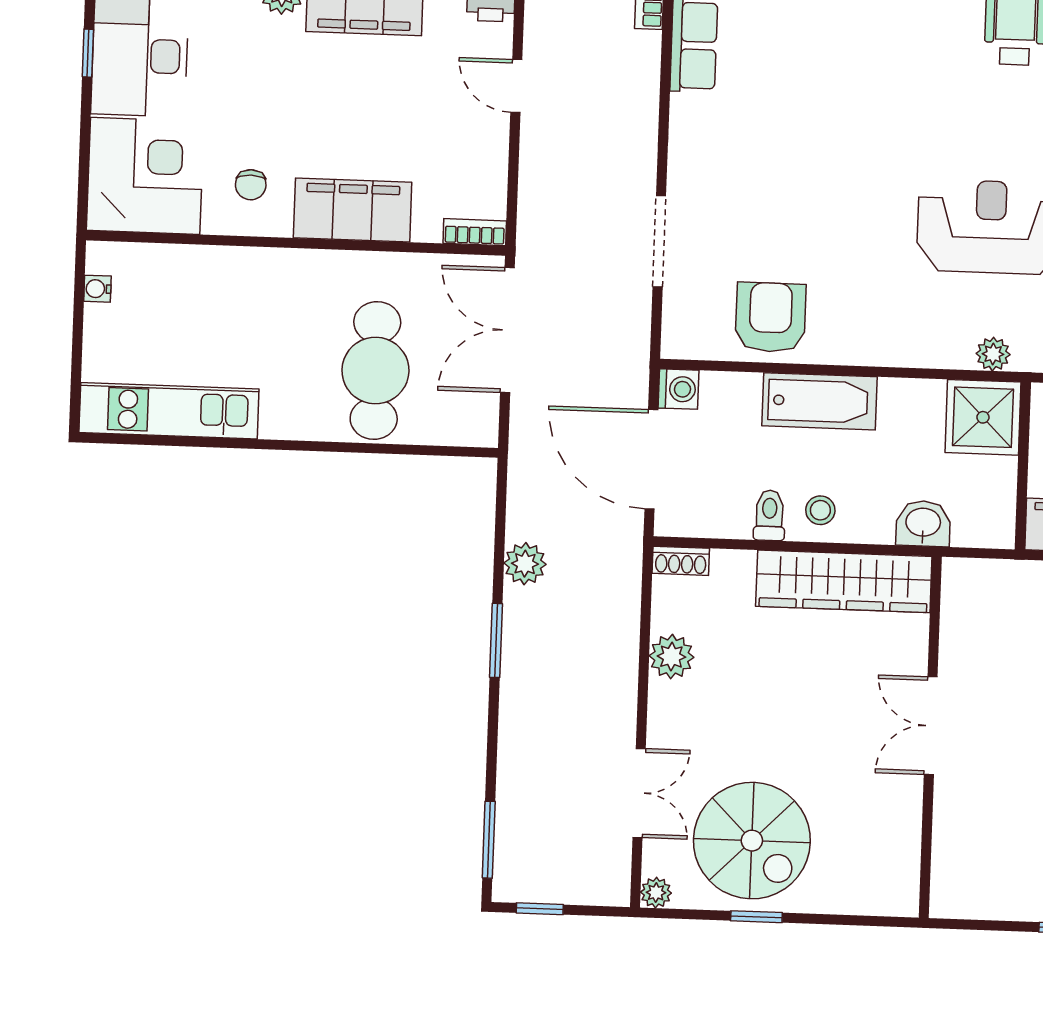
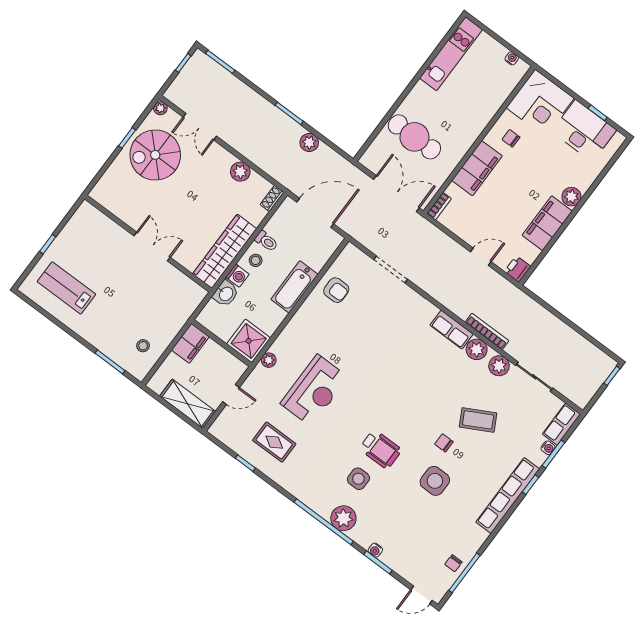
armchair: (771, 317) -> (336, 290), width x0.72, depth x0.72
washing machine: (679, 389) -> (237, 276), moved, turned -90

